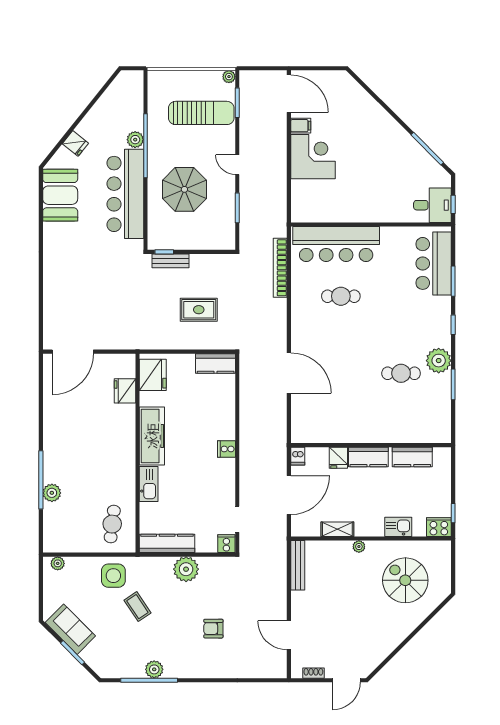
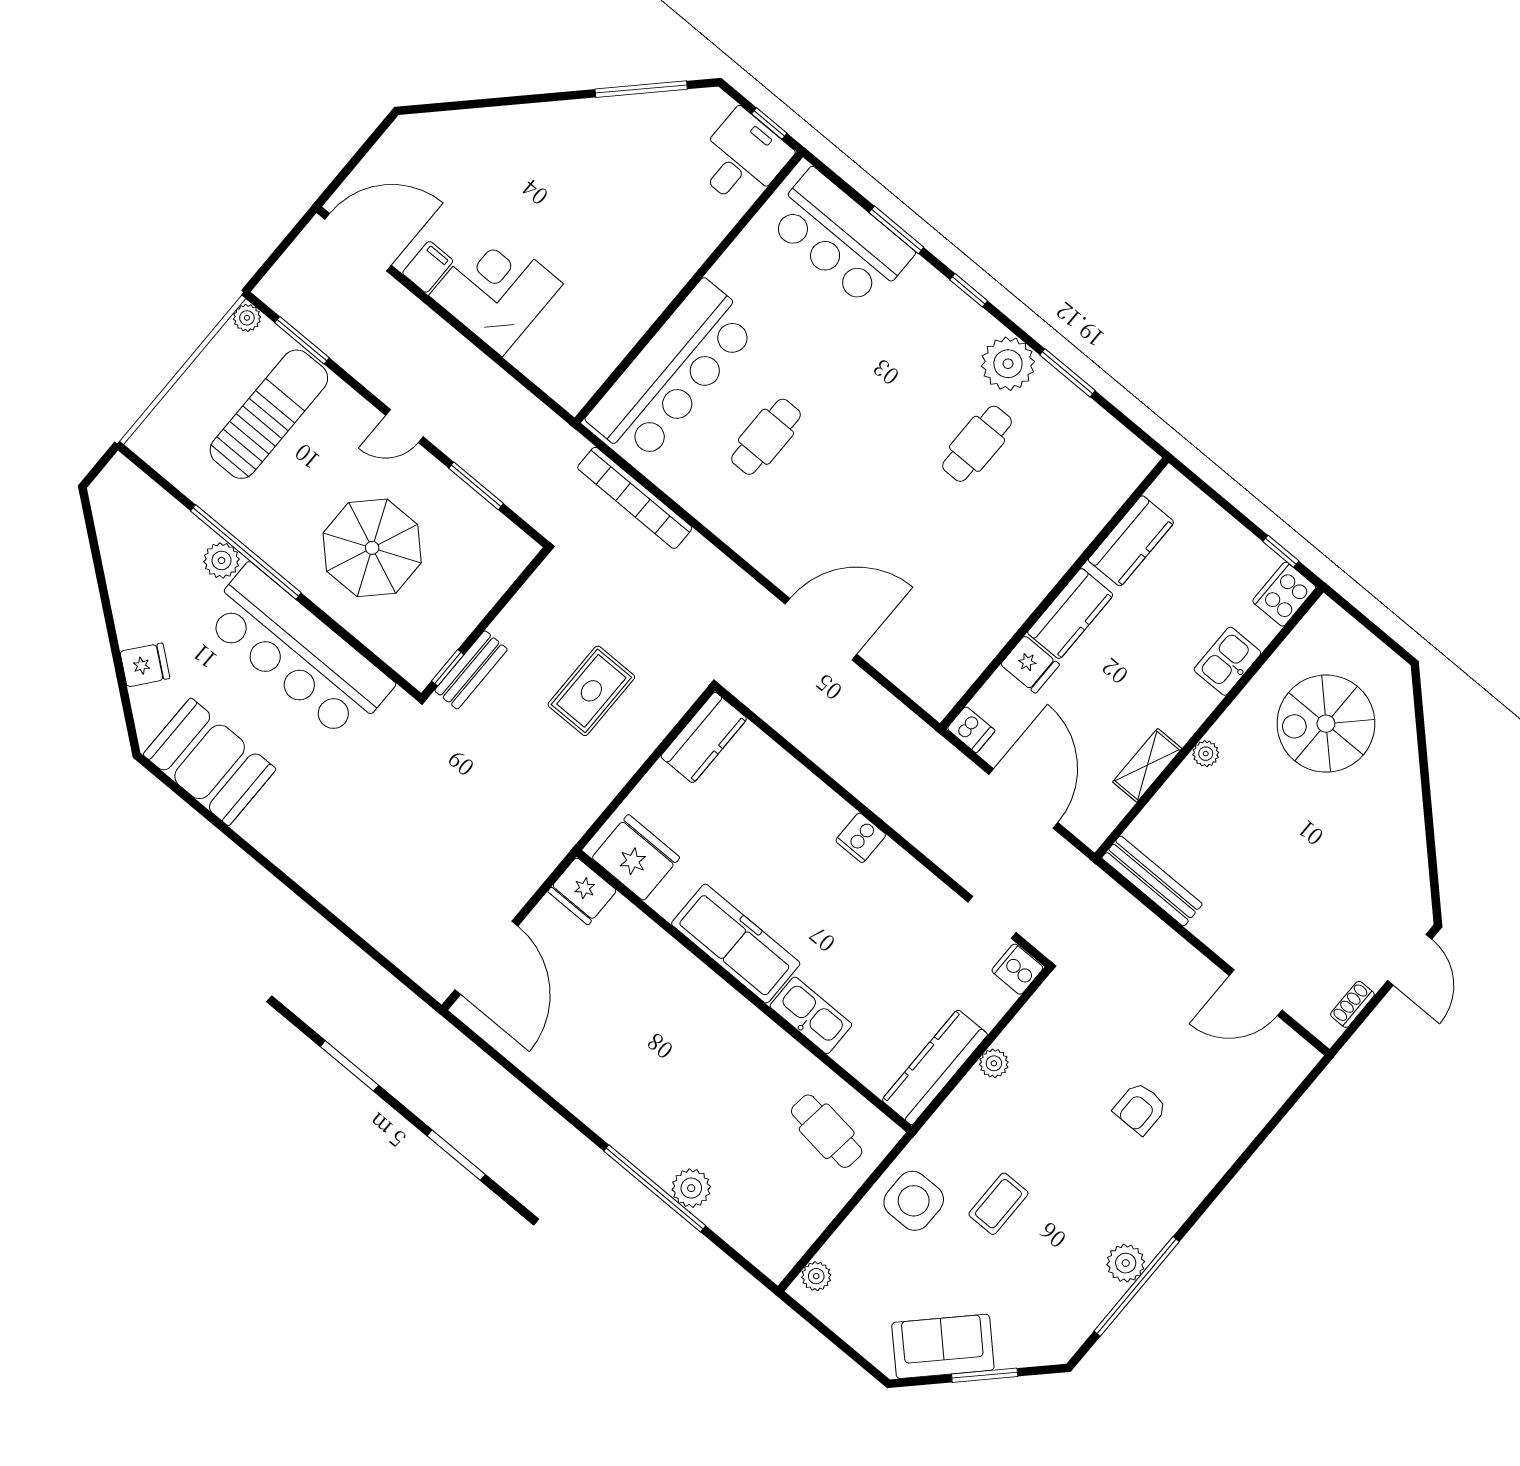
fridge: (125, 391) -> (582, 891), moved
plant: (186, 569) -> (994, 1063), width x0.53, depth x0.53
coffee table: (137, 607) -> (998, 1204), turned -56

